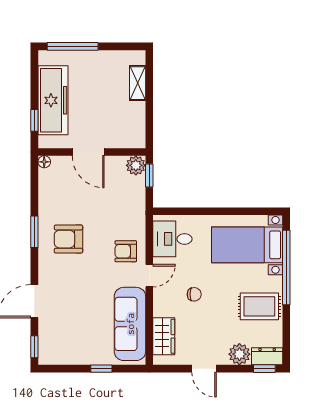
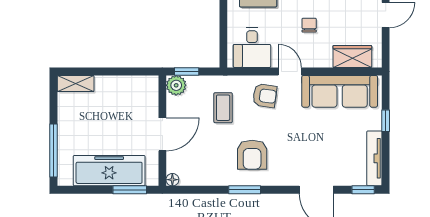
shelving: (138, 83) -> (76, 83), moved
window: (34, 120) -> (130, 190), width x1.50
coffee table: (114, 211) -> (223, 108), added
armchair: (126, 251) -> (265, 96), turned -82
tv unit: (65, 358) -> (374, 158), added

